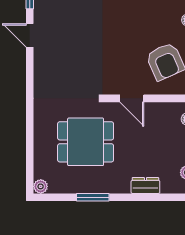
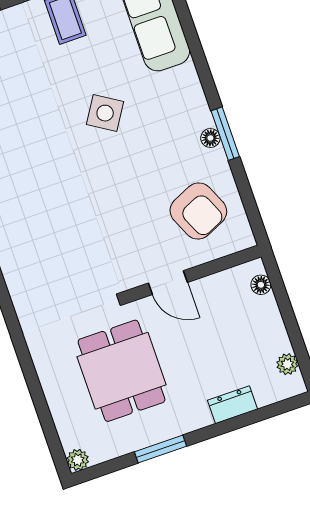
dining table: (86, 142) -> (122, 371), turned 90

